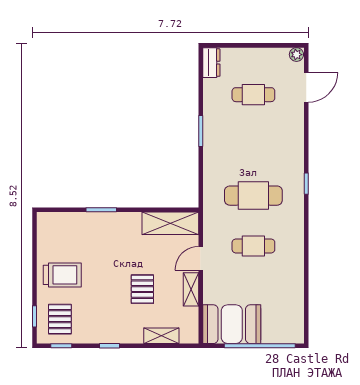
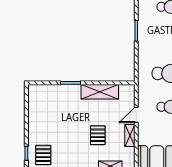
shelving: (170, 223) -> (100, 92), moved
trolley: (62, 275) -> (45, 126), removed

